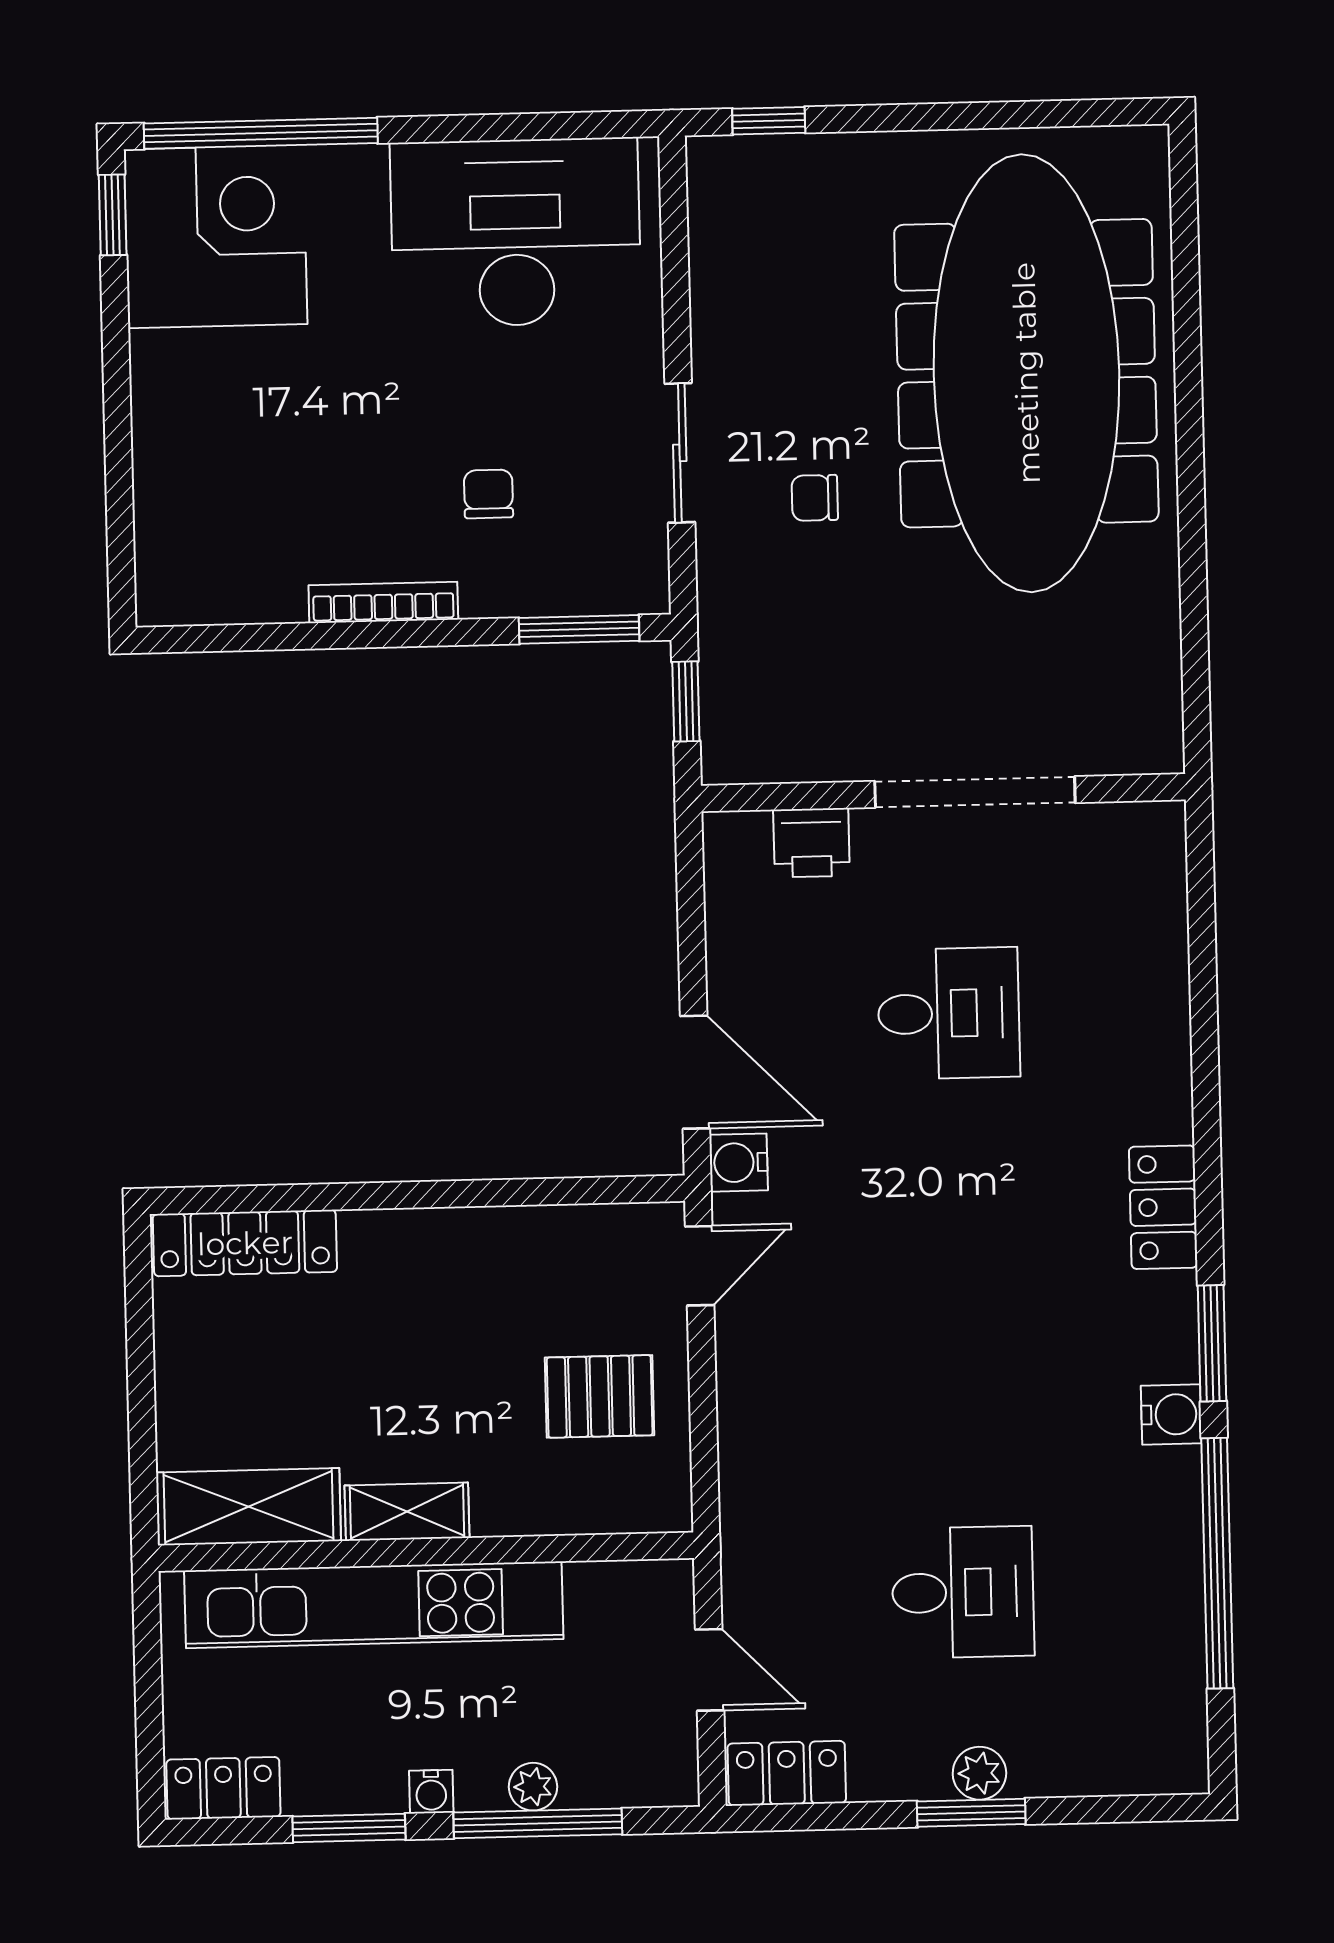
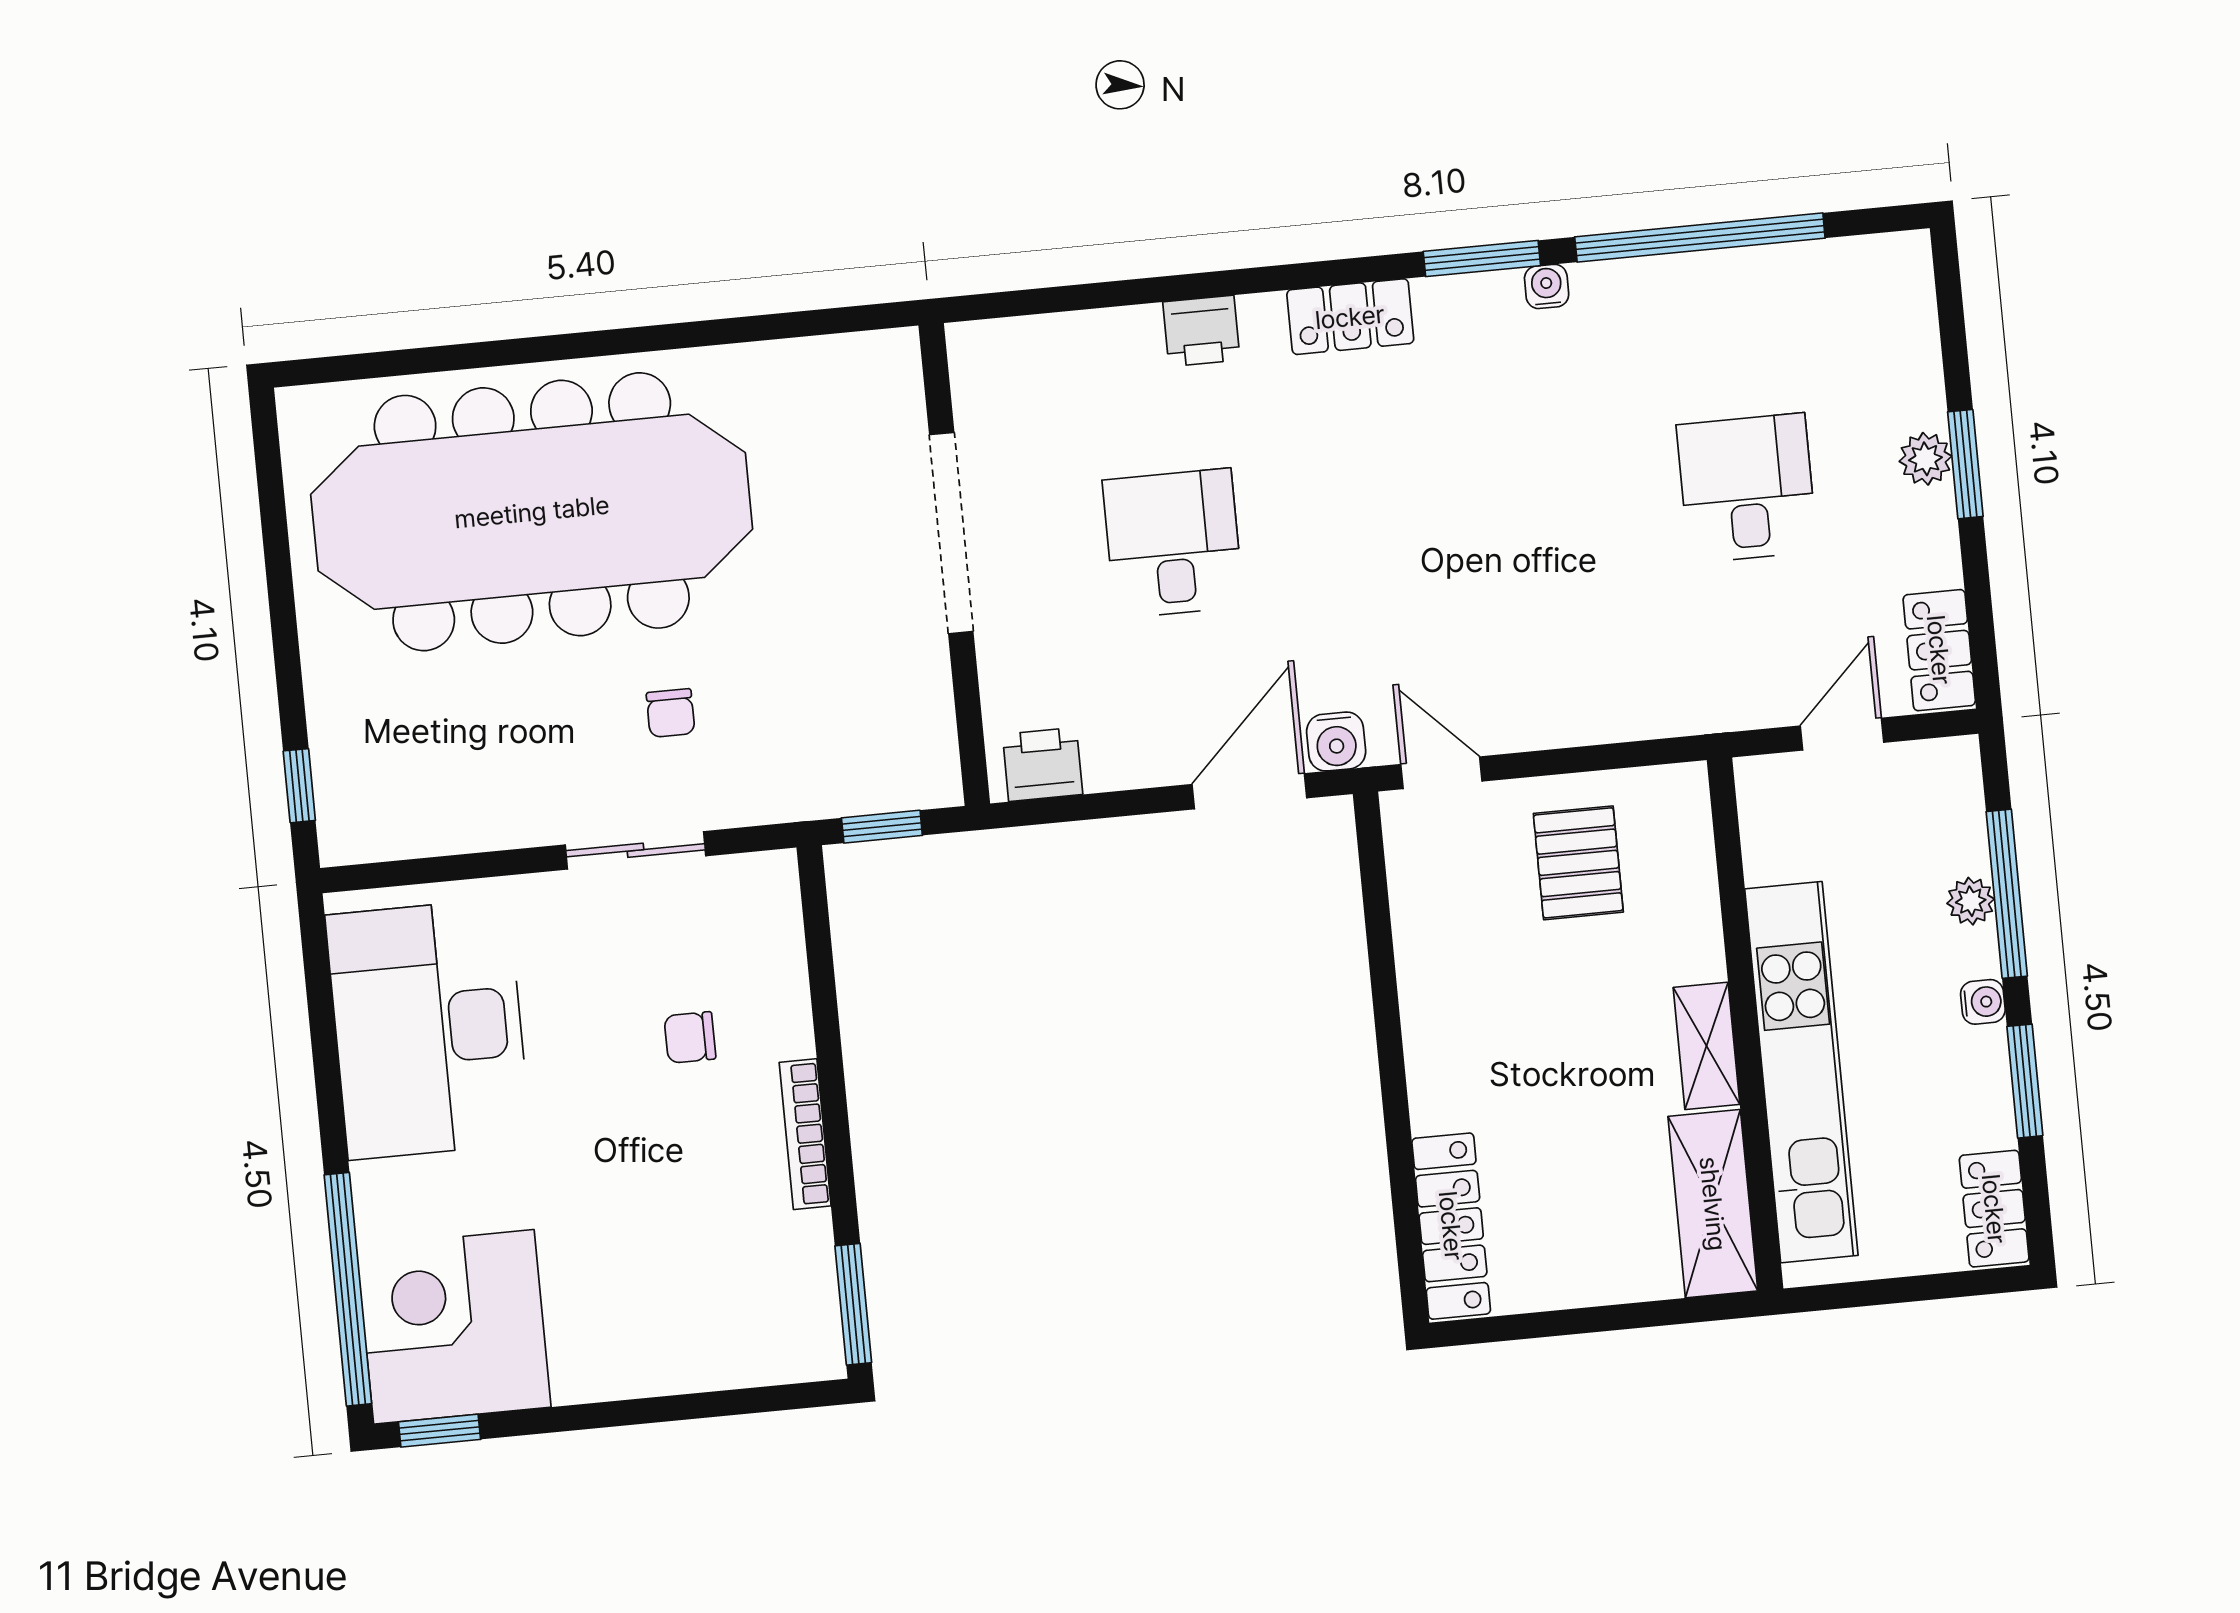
window: (579, 629) -> (853, 1304), moved
printer: (811, 843) -> (1043, 764), moved, turned -90
printer: (1159, 1057) -> (1201, 331), added
water cooler: (1171, 1414) -> (1547, 286), width x0.72, depth x0.72

